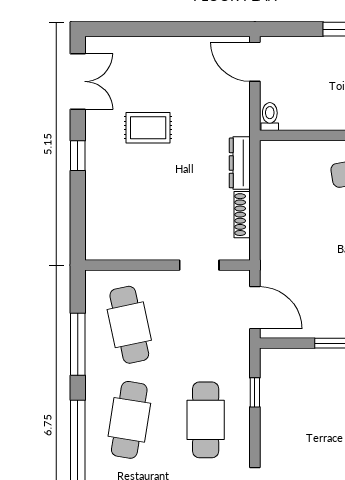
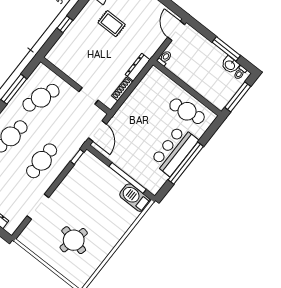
window: (78, 156) -> (65, 24), moved
cafe table: (129, 325) -> (41, 98), turned 33
window: (255, 392) -> (77, 157), moved

